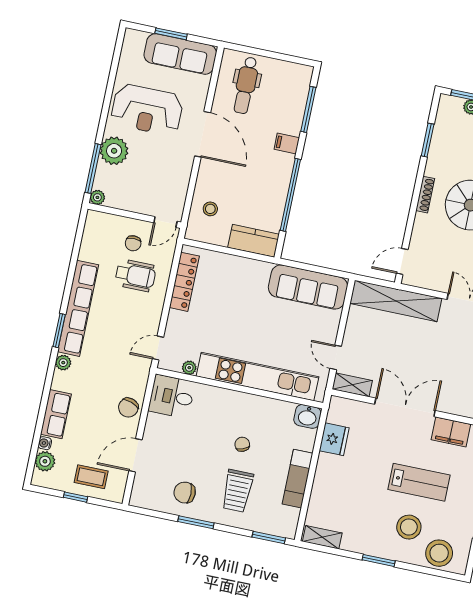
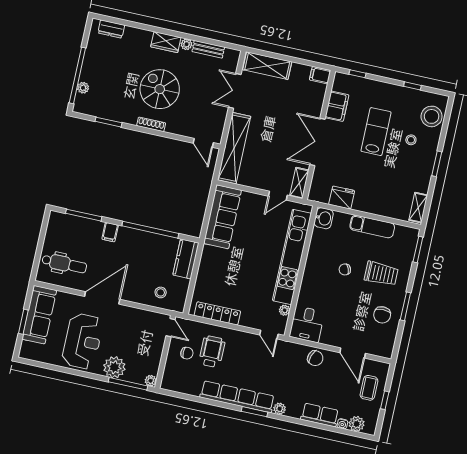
stool: (409, 527) -> (411, 140), width x0.53, depth x0.53

